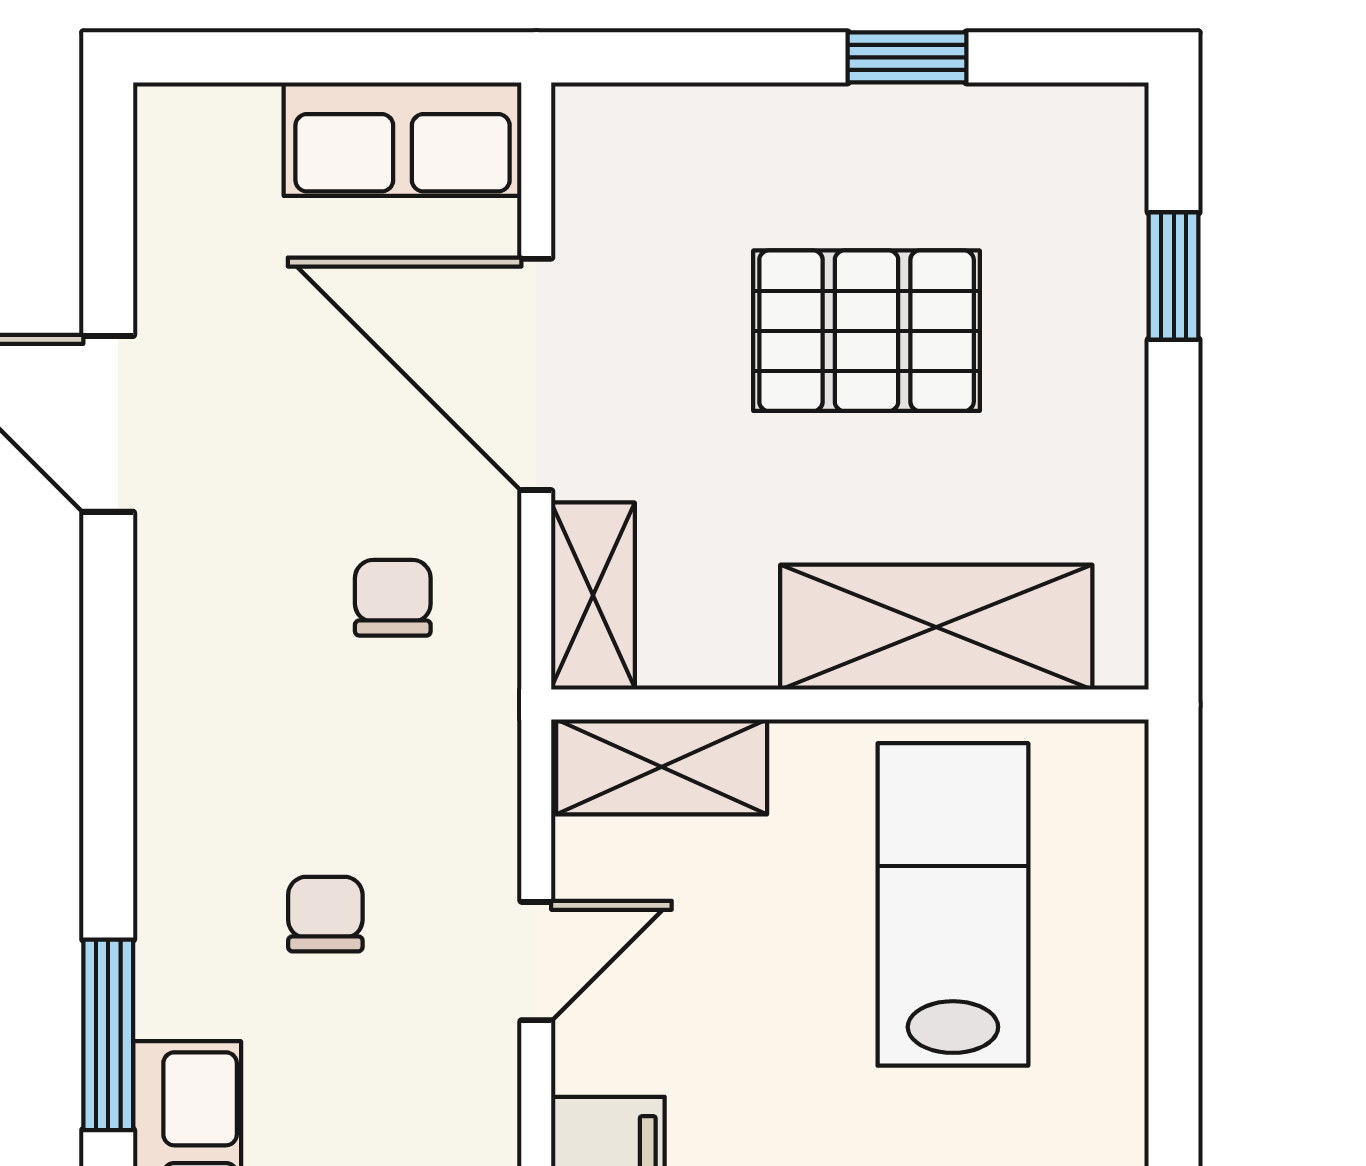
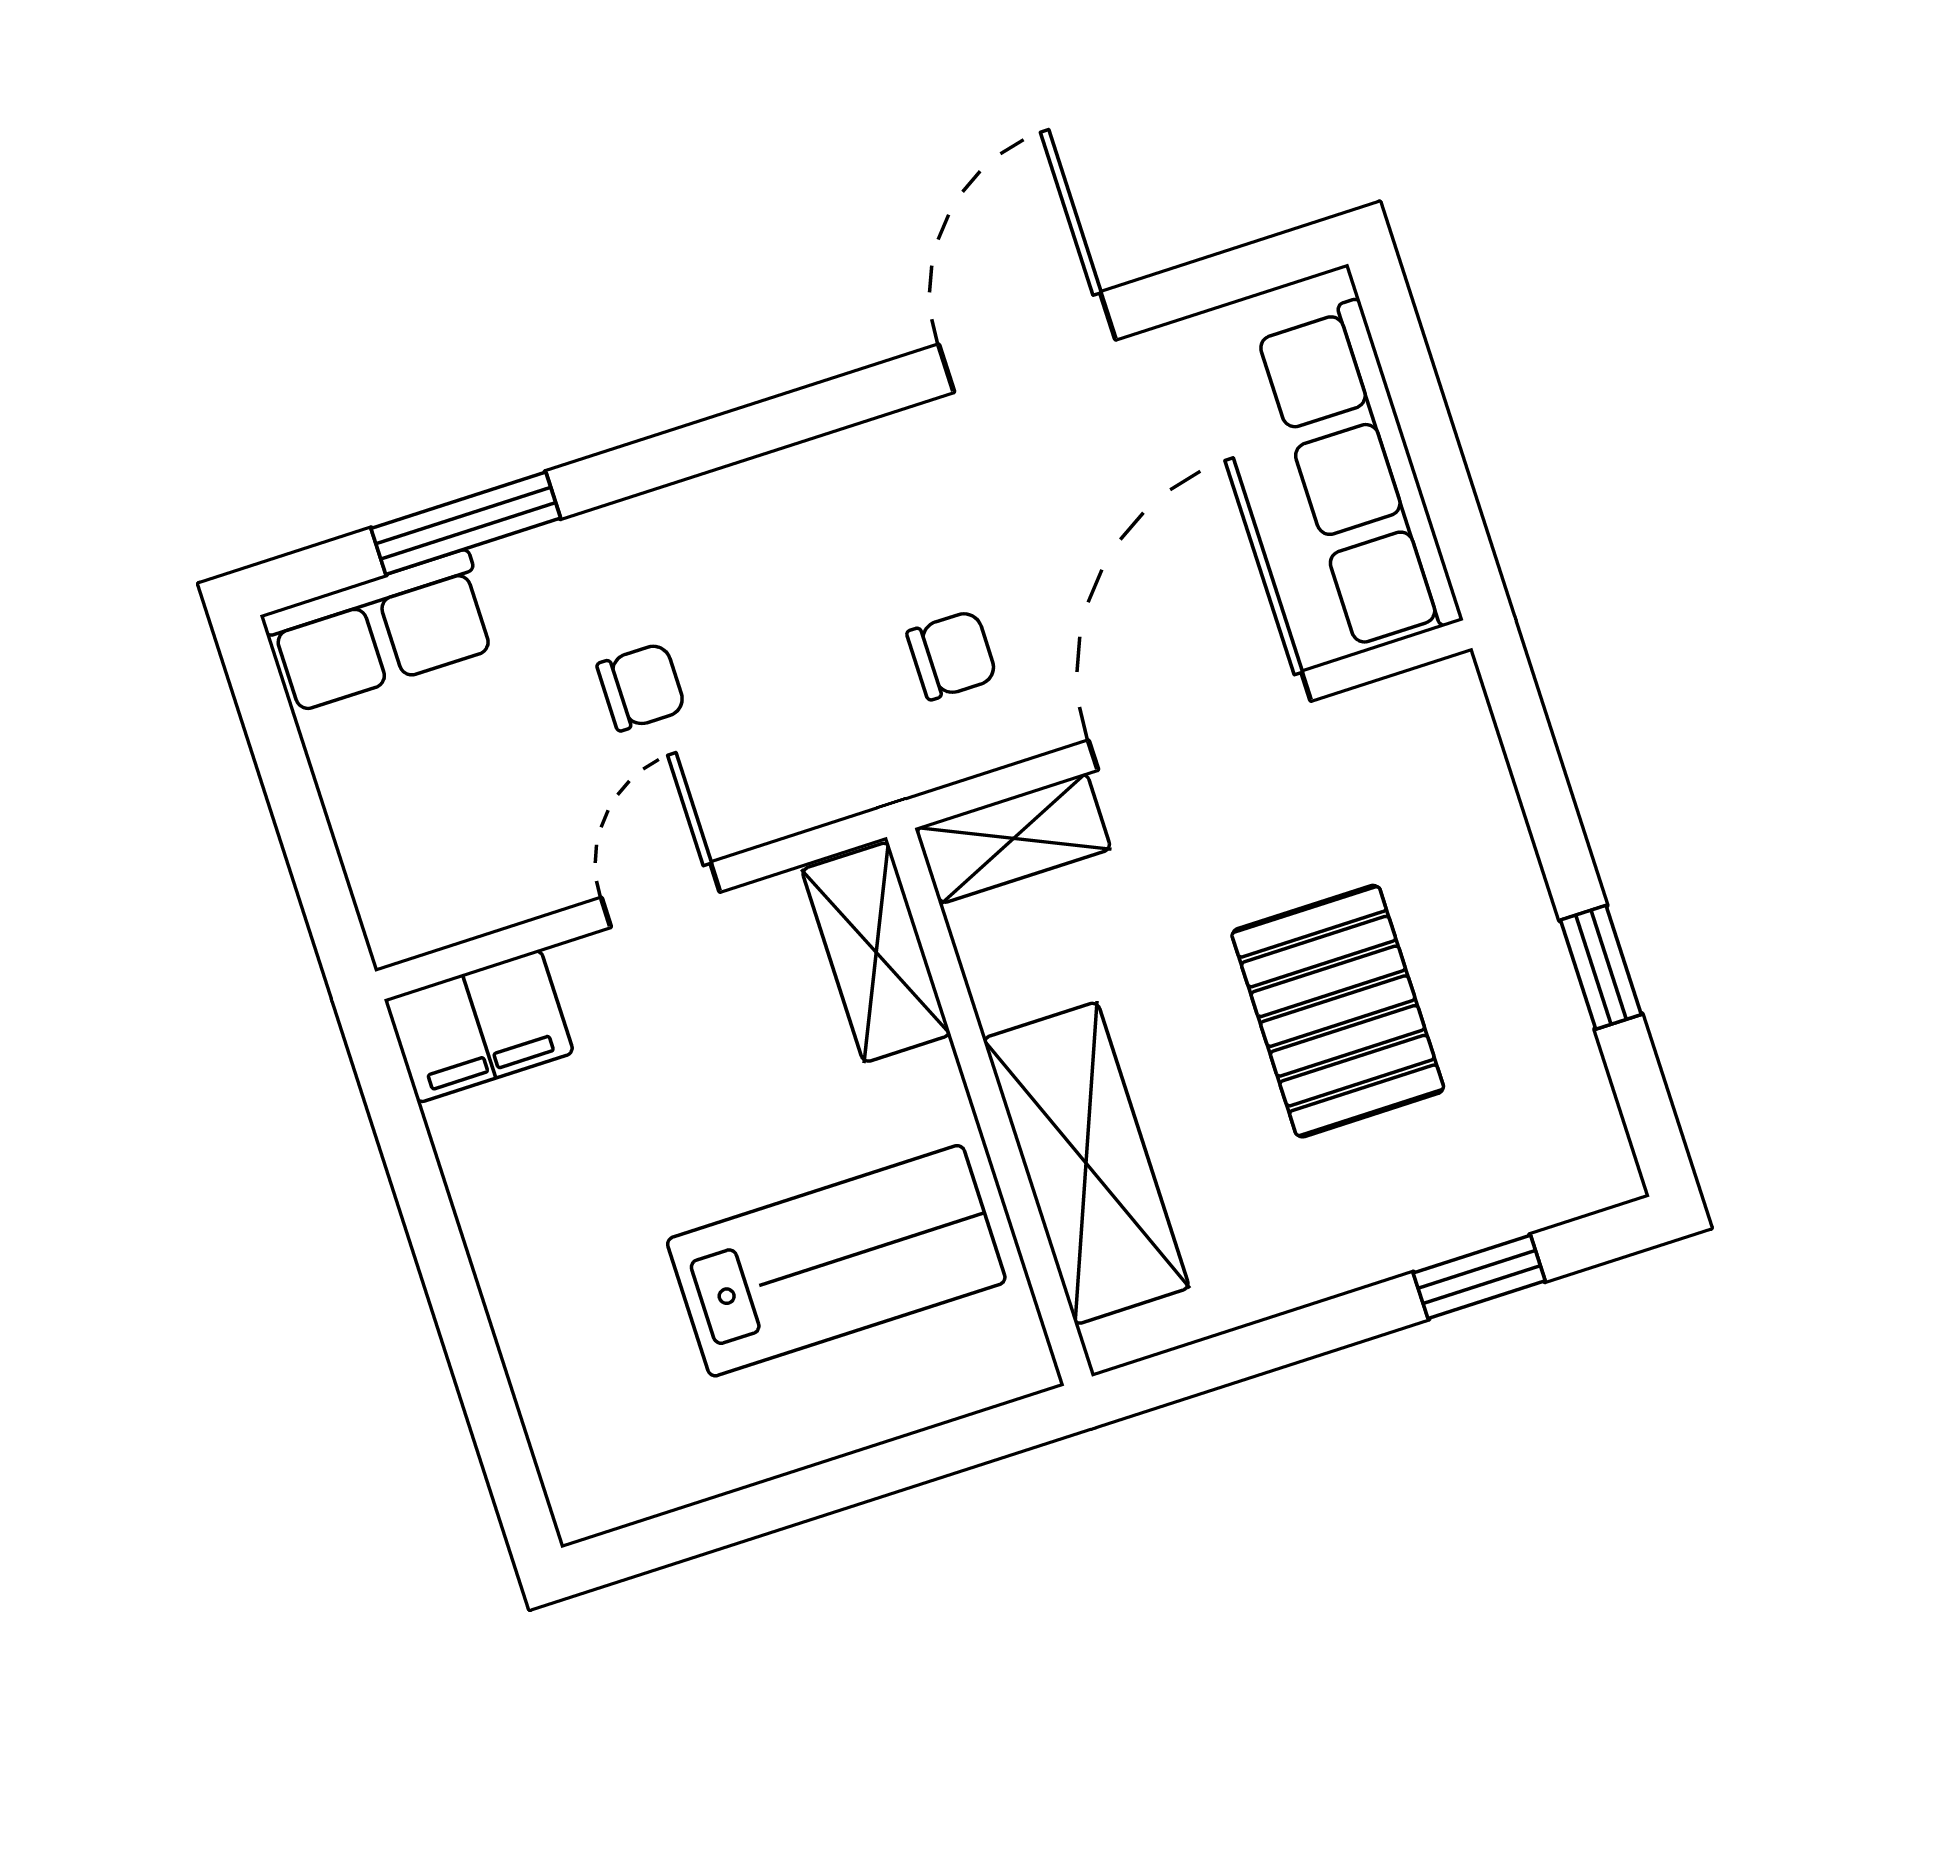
row of seats: (403, 139) -> (1359, 476), width x1.48
door: (536, 961) -> (661, 895), swing flipped

